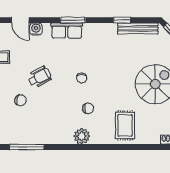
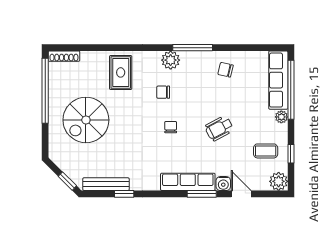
window: (73, 20) -> (202, 194), moved
row of seats: (67, 30) -> (188, 182), width x1.48
chair: (20, 100) -> (226, 70), moved
window: (27, 147) -> (193, 48), moved

